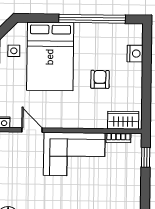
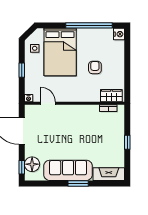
nightstand: (135, 54) -> (119, 34), moved
corner sofa: (74, 154) -> (78, 120), removed
window: (146, 157) -> (127, 142), moved

